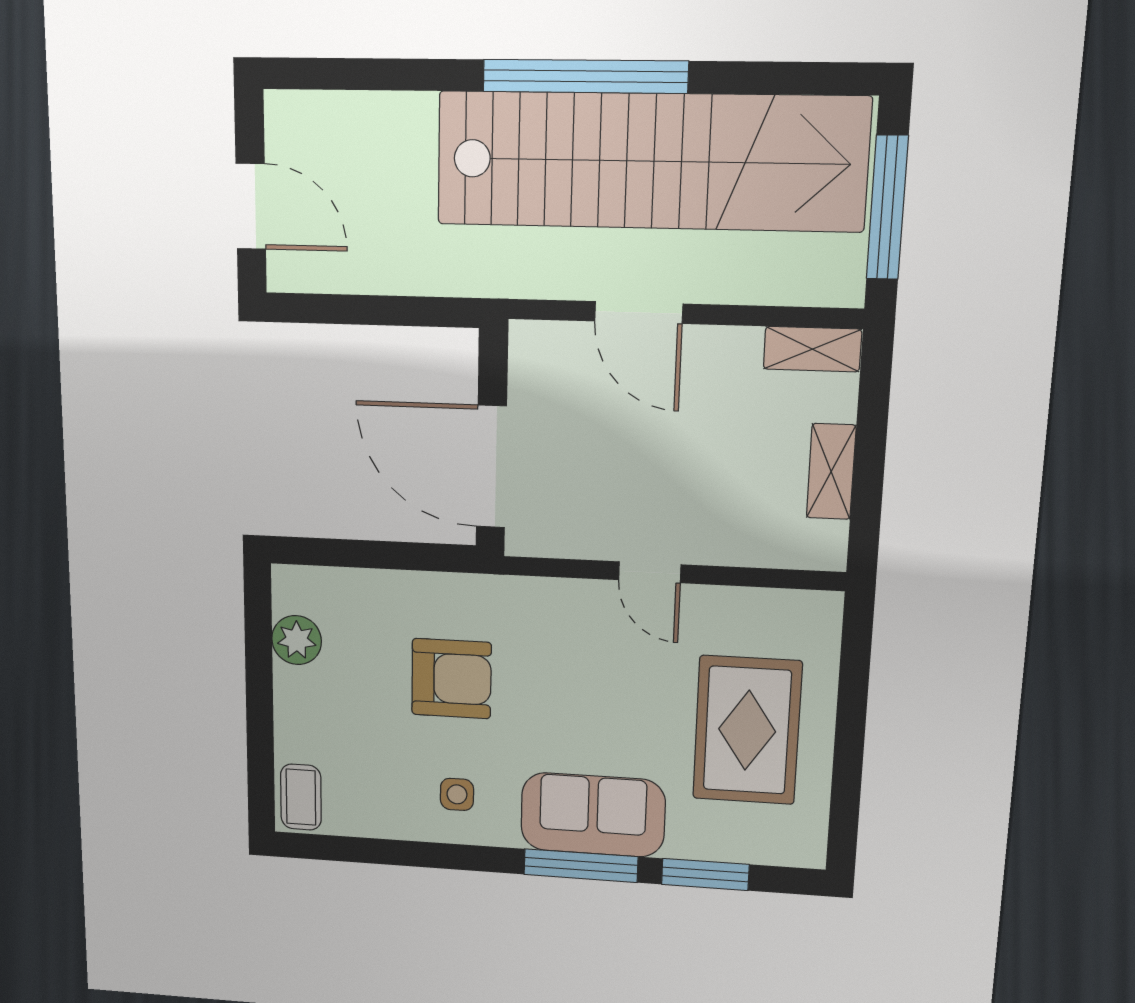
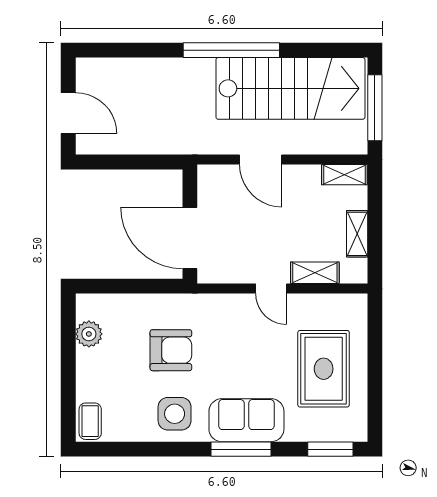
stairs: (650, 161) -> (290, 88), width x0.73
shelving: (740, 546) -> (315, 273), added
side table: (457, 794) -> (175, 414), width x1.87, depth x1.87
window: (705, 874) -> (330, 449), moved

